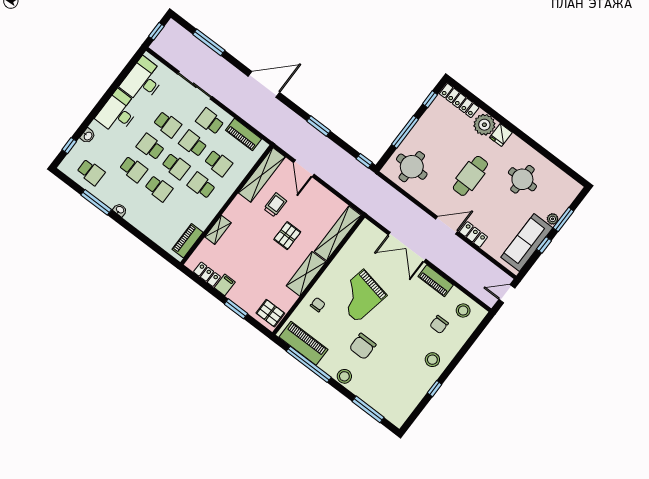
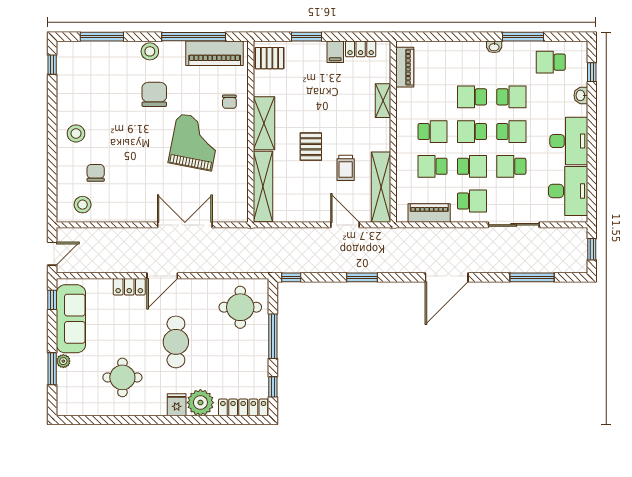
school desk: (133, 169) -> (511, 97), turned 180
window: (544, 245) -> (52, 300), moved
piano: (436, 281) -> (132, 213), removed
window: (435, 389) -> (52, 65), moved

